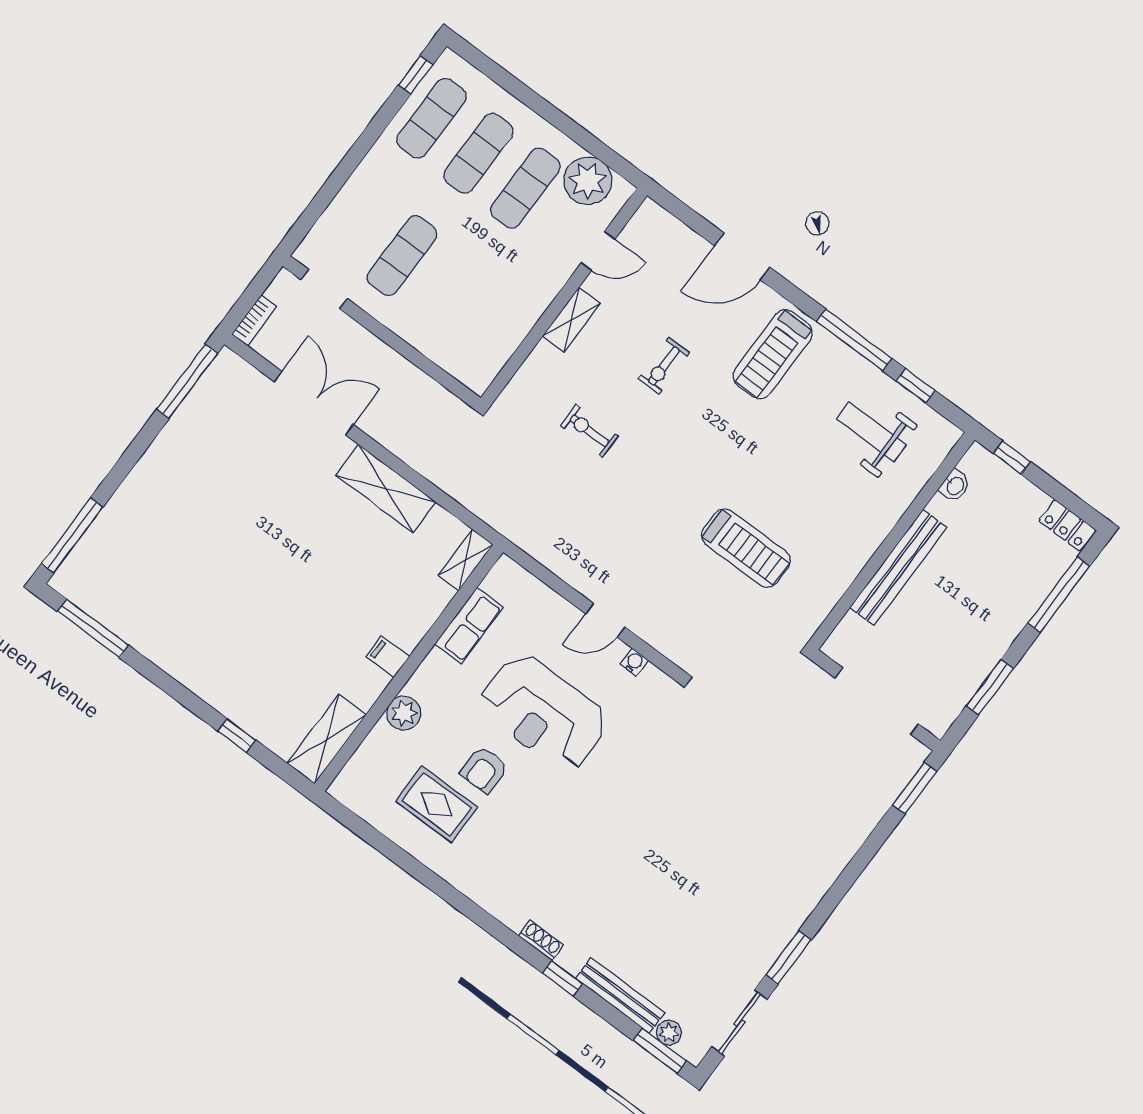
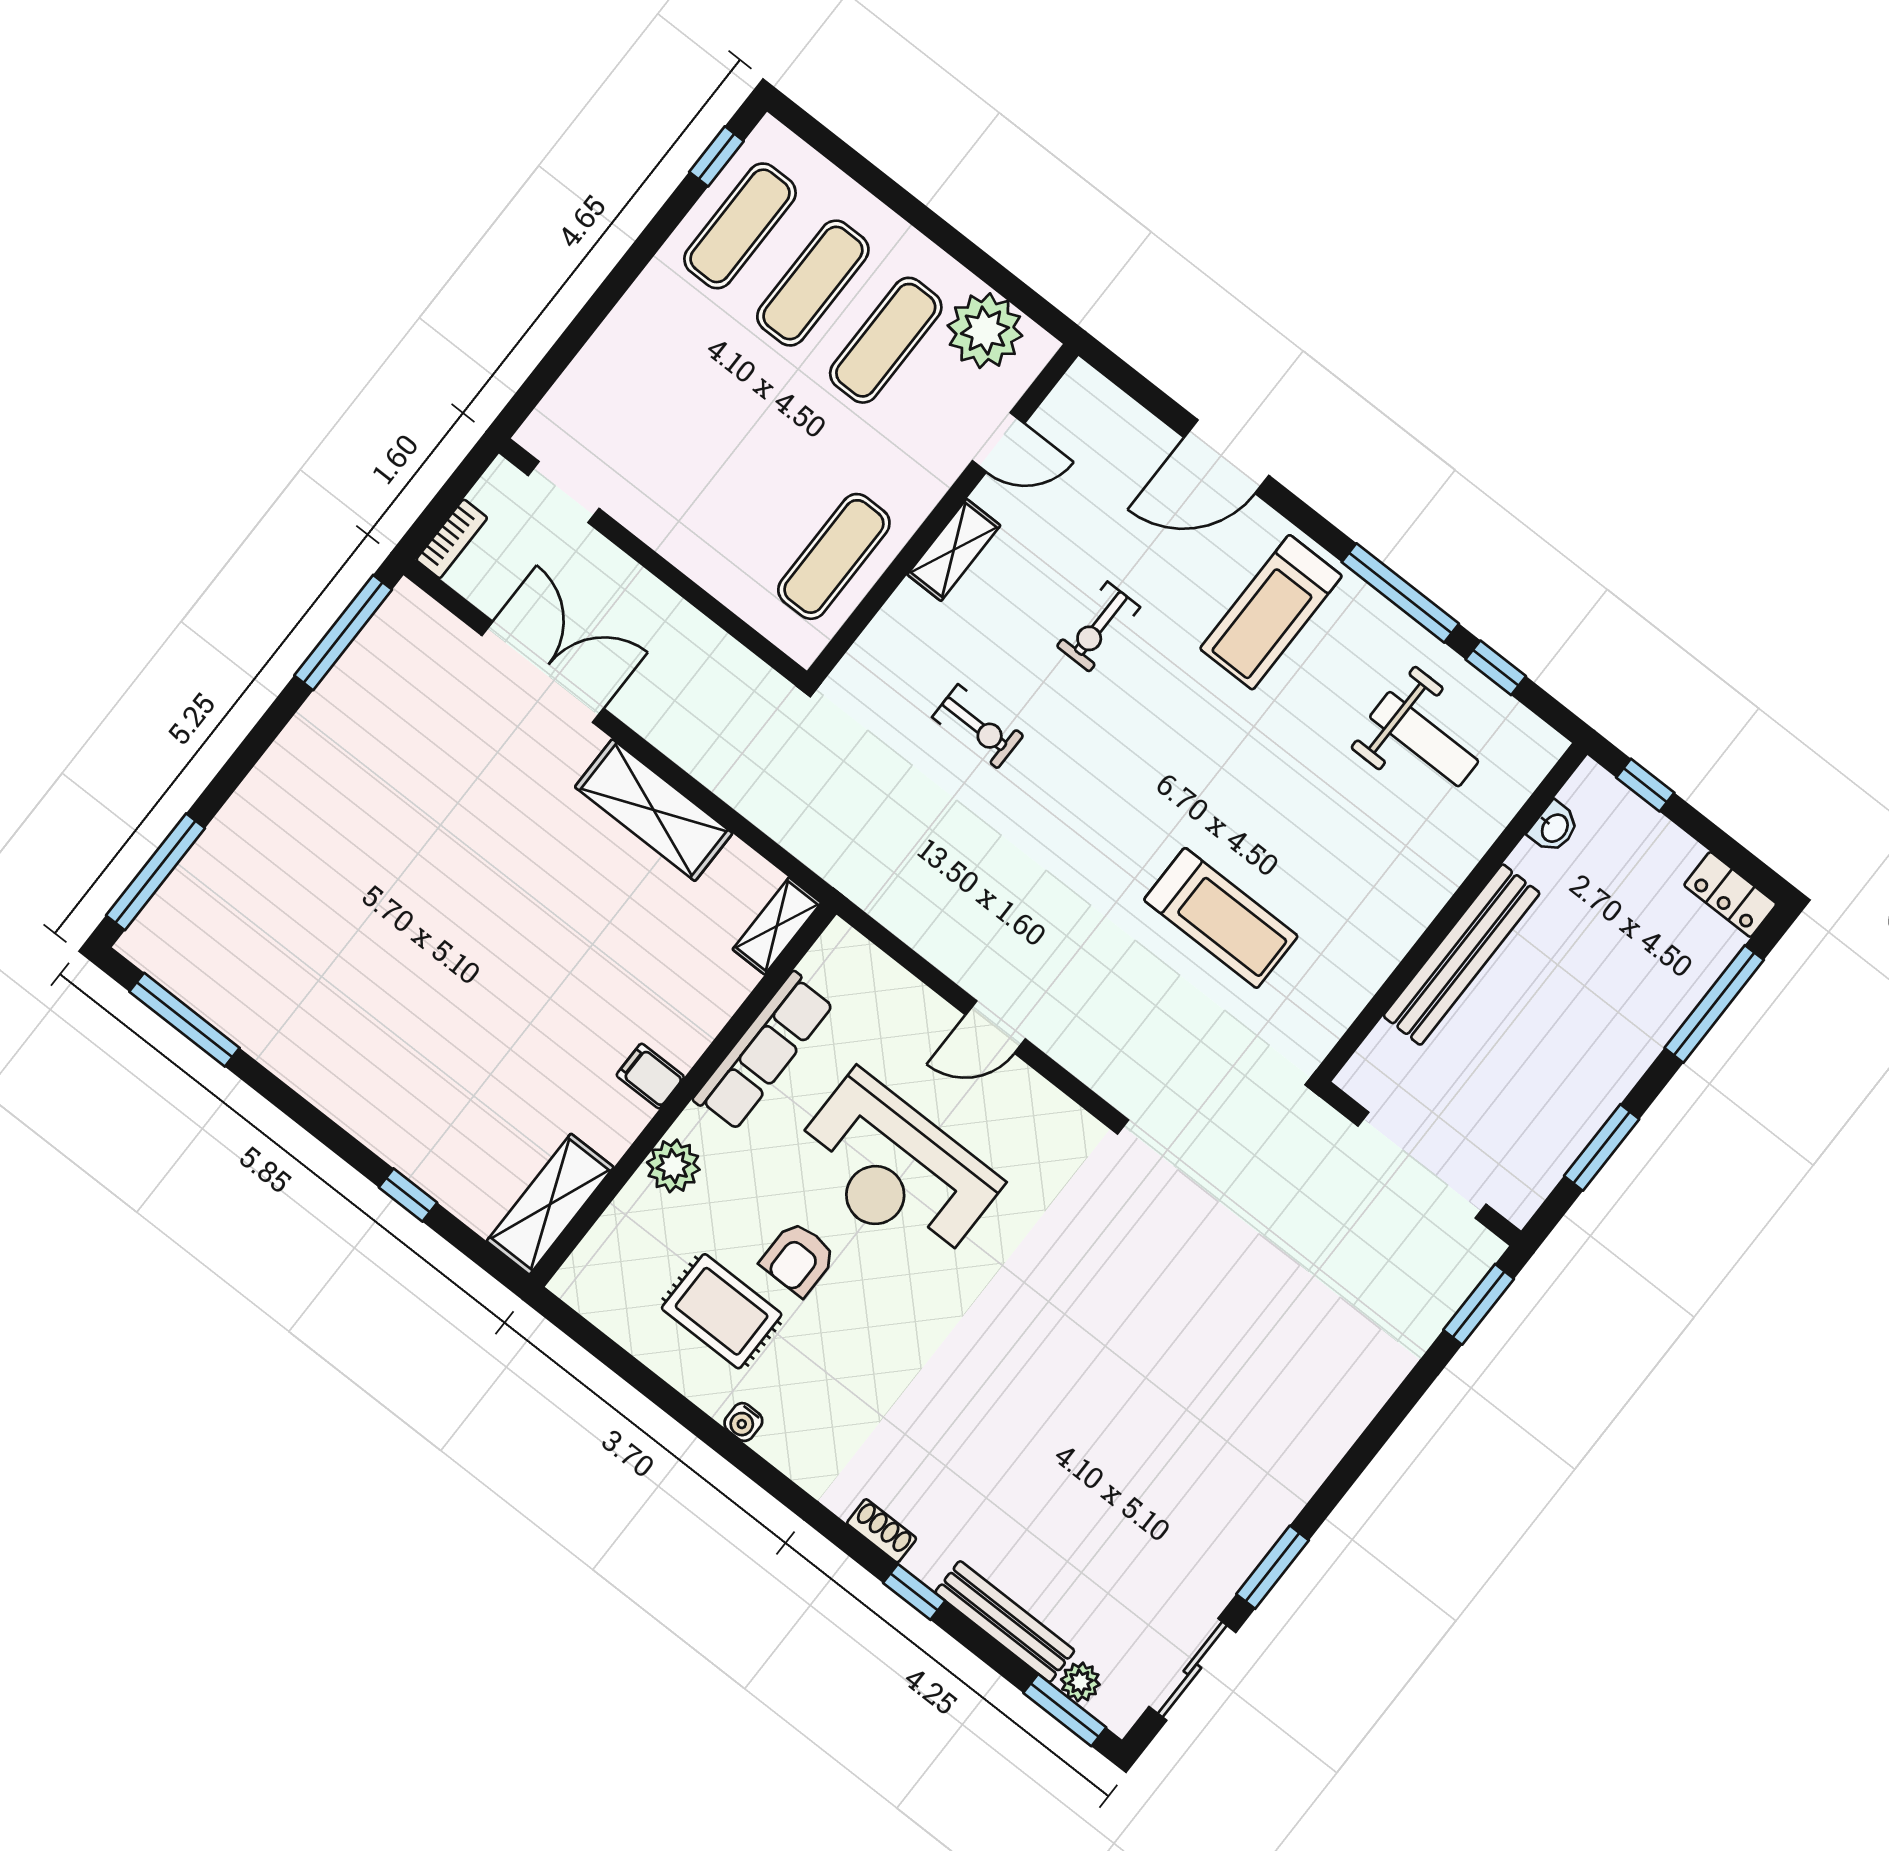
exercise mat: (402, 256) -> (834, 556), moved
exercise bike: (589, 431) -> (978, 726), turned 180
weight bench: (871, 432) -> (1424, 739), turned 180
row of seats: (469, 626) -> (763, 1051), width x1.48
water cooler: (634, 662) -> (743, 1422), moved, turned 180

